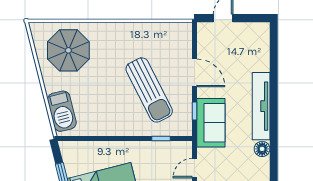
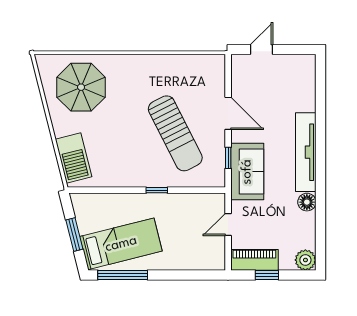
window: (161, 139) -> (157, 190), moved

